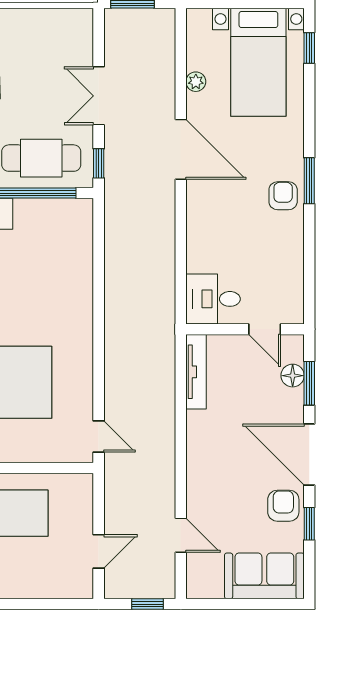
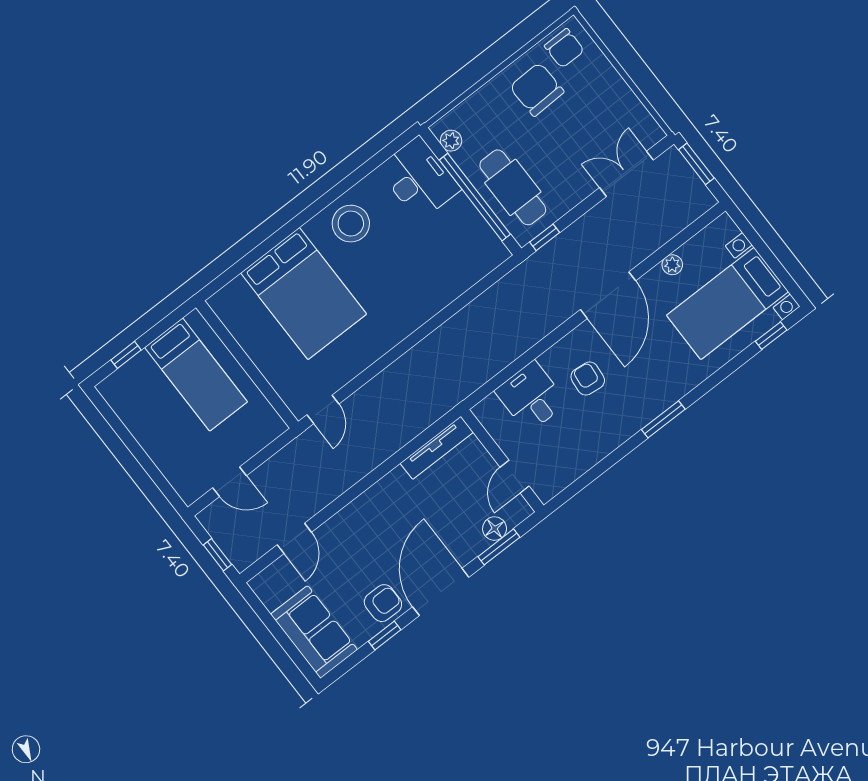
double door: (99, 96) -> (627, 174), moved
armchair: (283, 196) -> (588, 379), moved, turned -84
desk: (213, 299) -> (531, 397), moved

